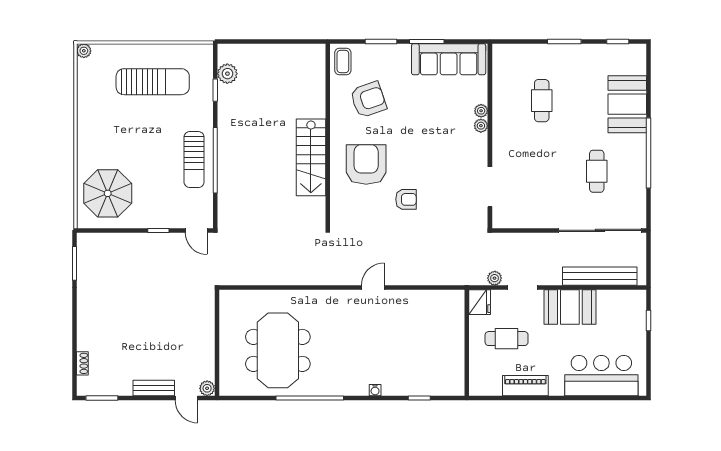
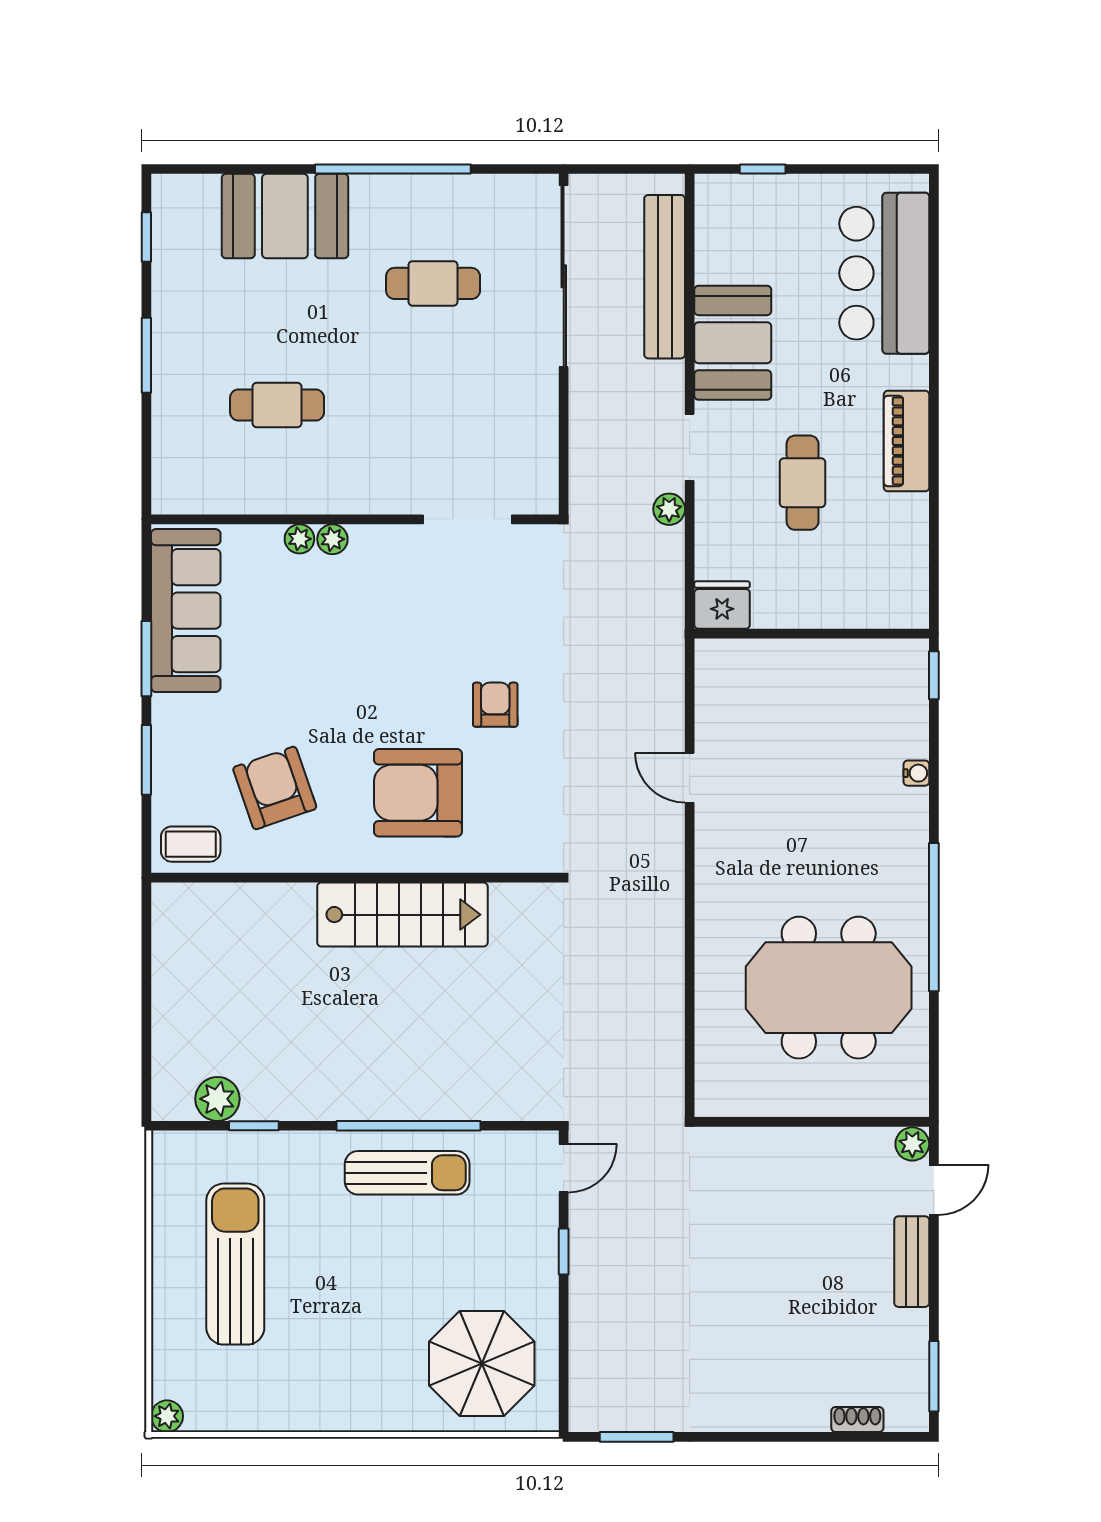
fridge: (480, 302) -> (722, 605), moved
wall: (467, 343) -> (812, 634), moved

